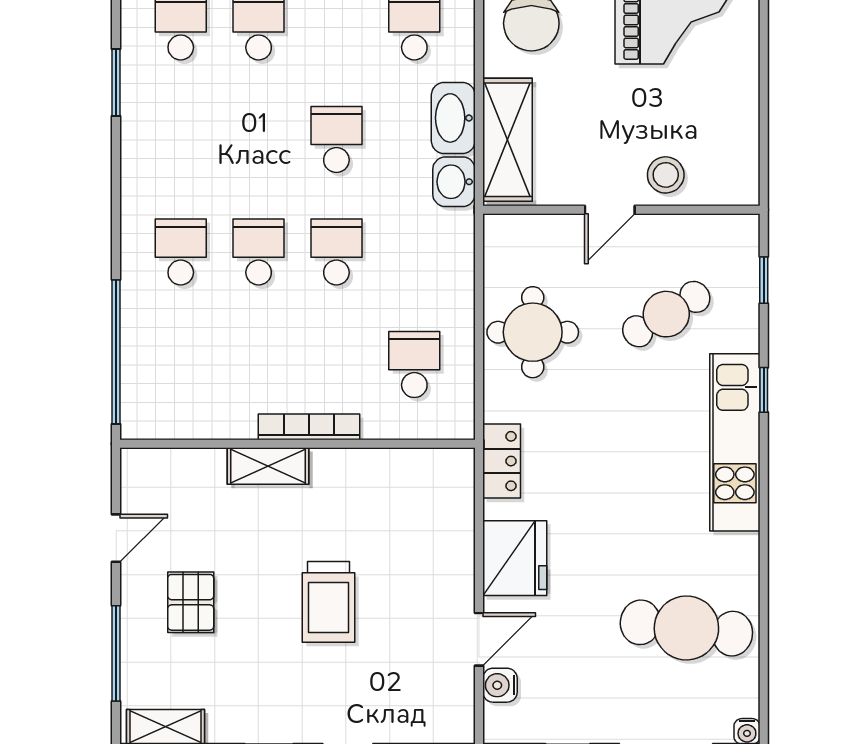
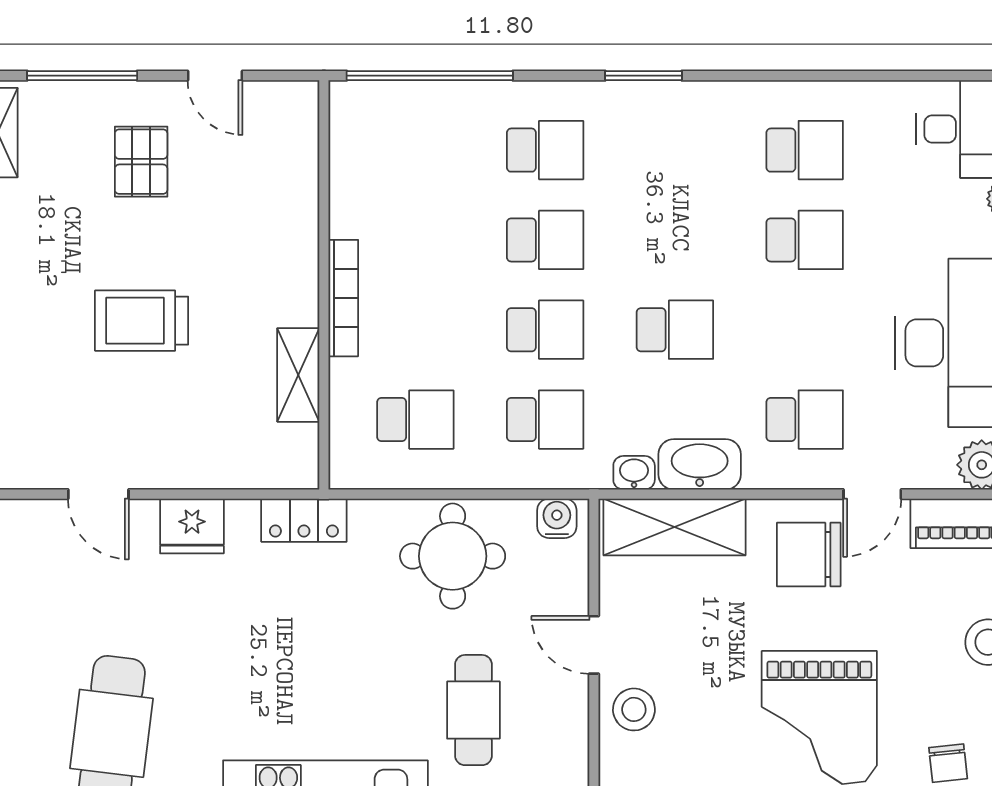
window: (116, 82) -> (643, 76), moved
washbasin: (454, 182) -> (634, 473), width x0.72, depth x0.69
school desk: (414, 252) -> (545, 420), added
cafe table: (666, 314) -> (473, 710), turned 31
shelving: (268, 466) -> (298, 375), moved
fridge: (515, 558) -> (192, 526), width x0.73, depth x0.75
pallet: (191, 602) -> (141, 162), turned 90
water cooler: (500, 685) -> (557, 518), moved

